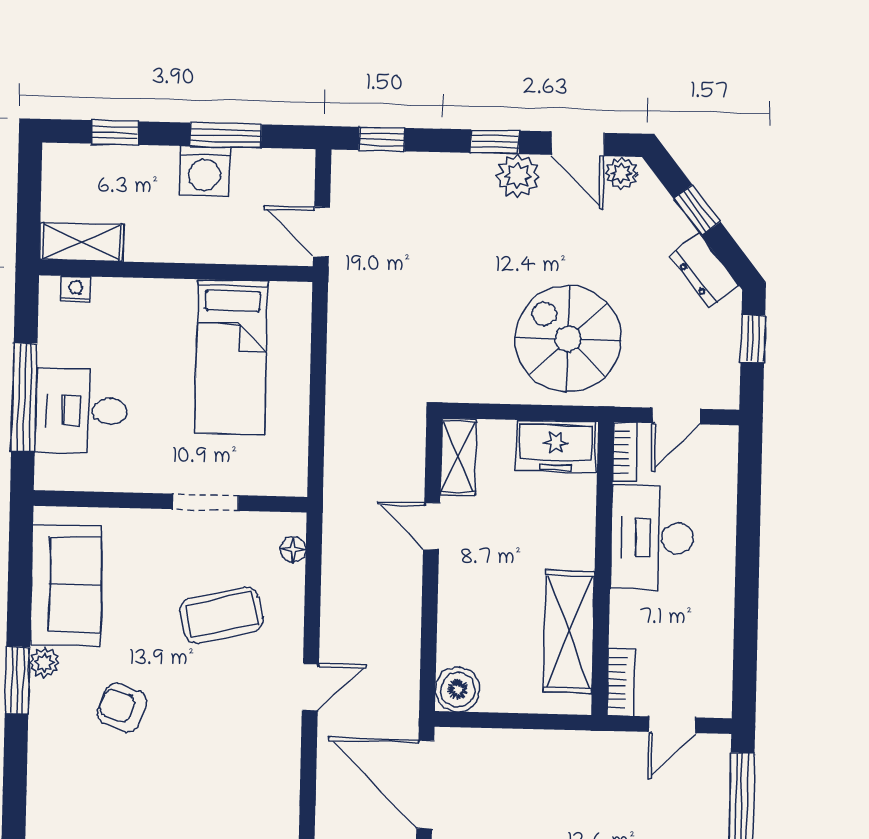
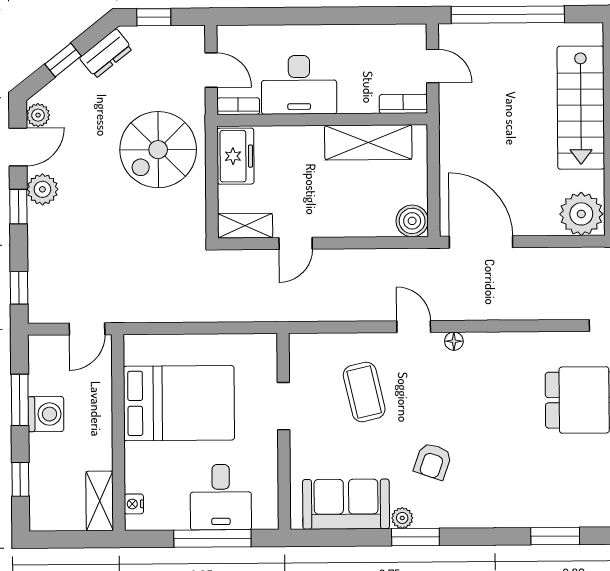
bed: (231, 357) -> (179, 403), width x1.50
floor lamp: (293, 549) -> (454, 341), moved
door: (425, 784) -> (481, 242), swing flipped

